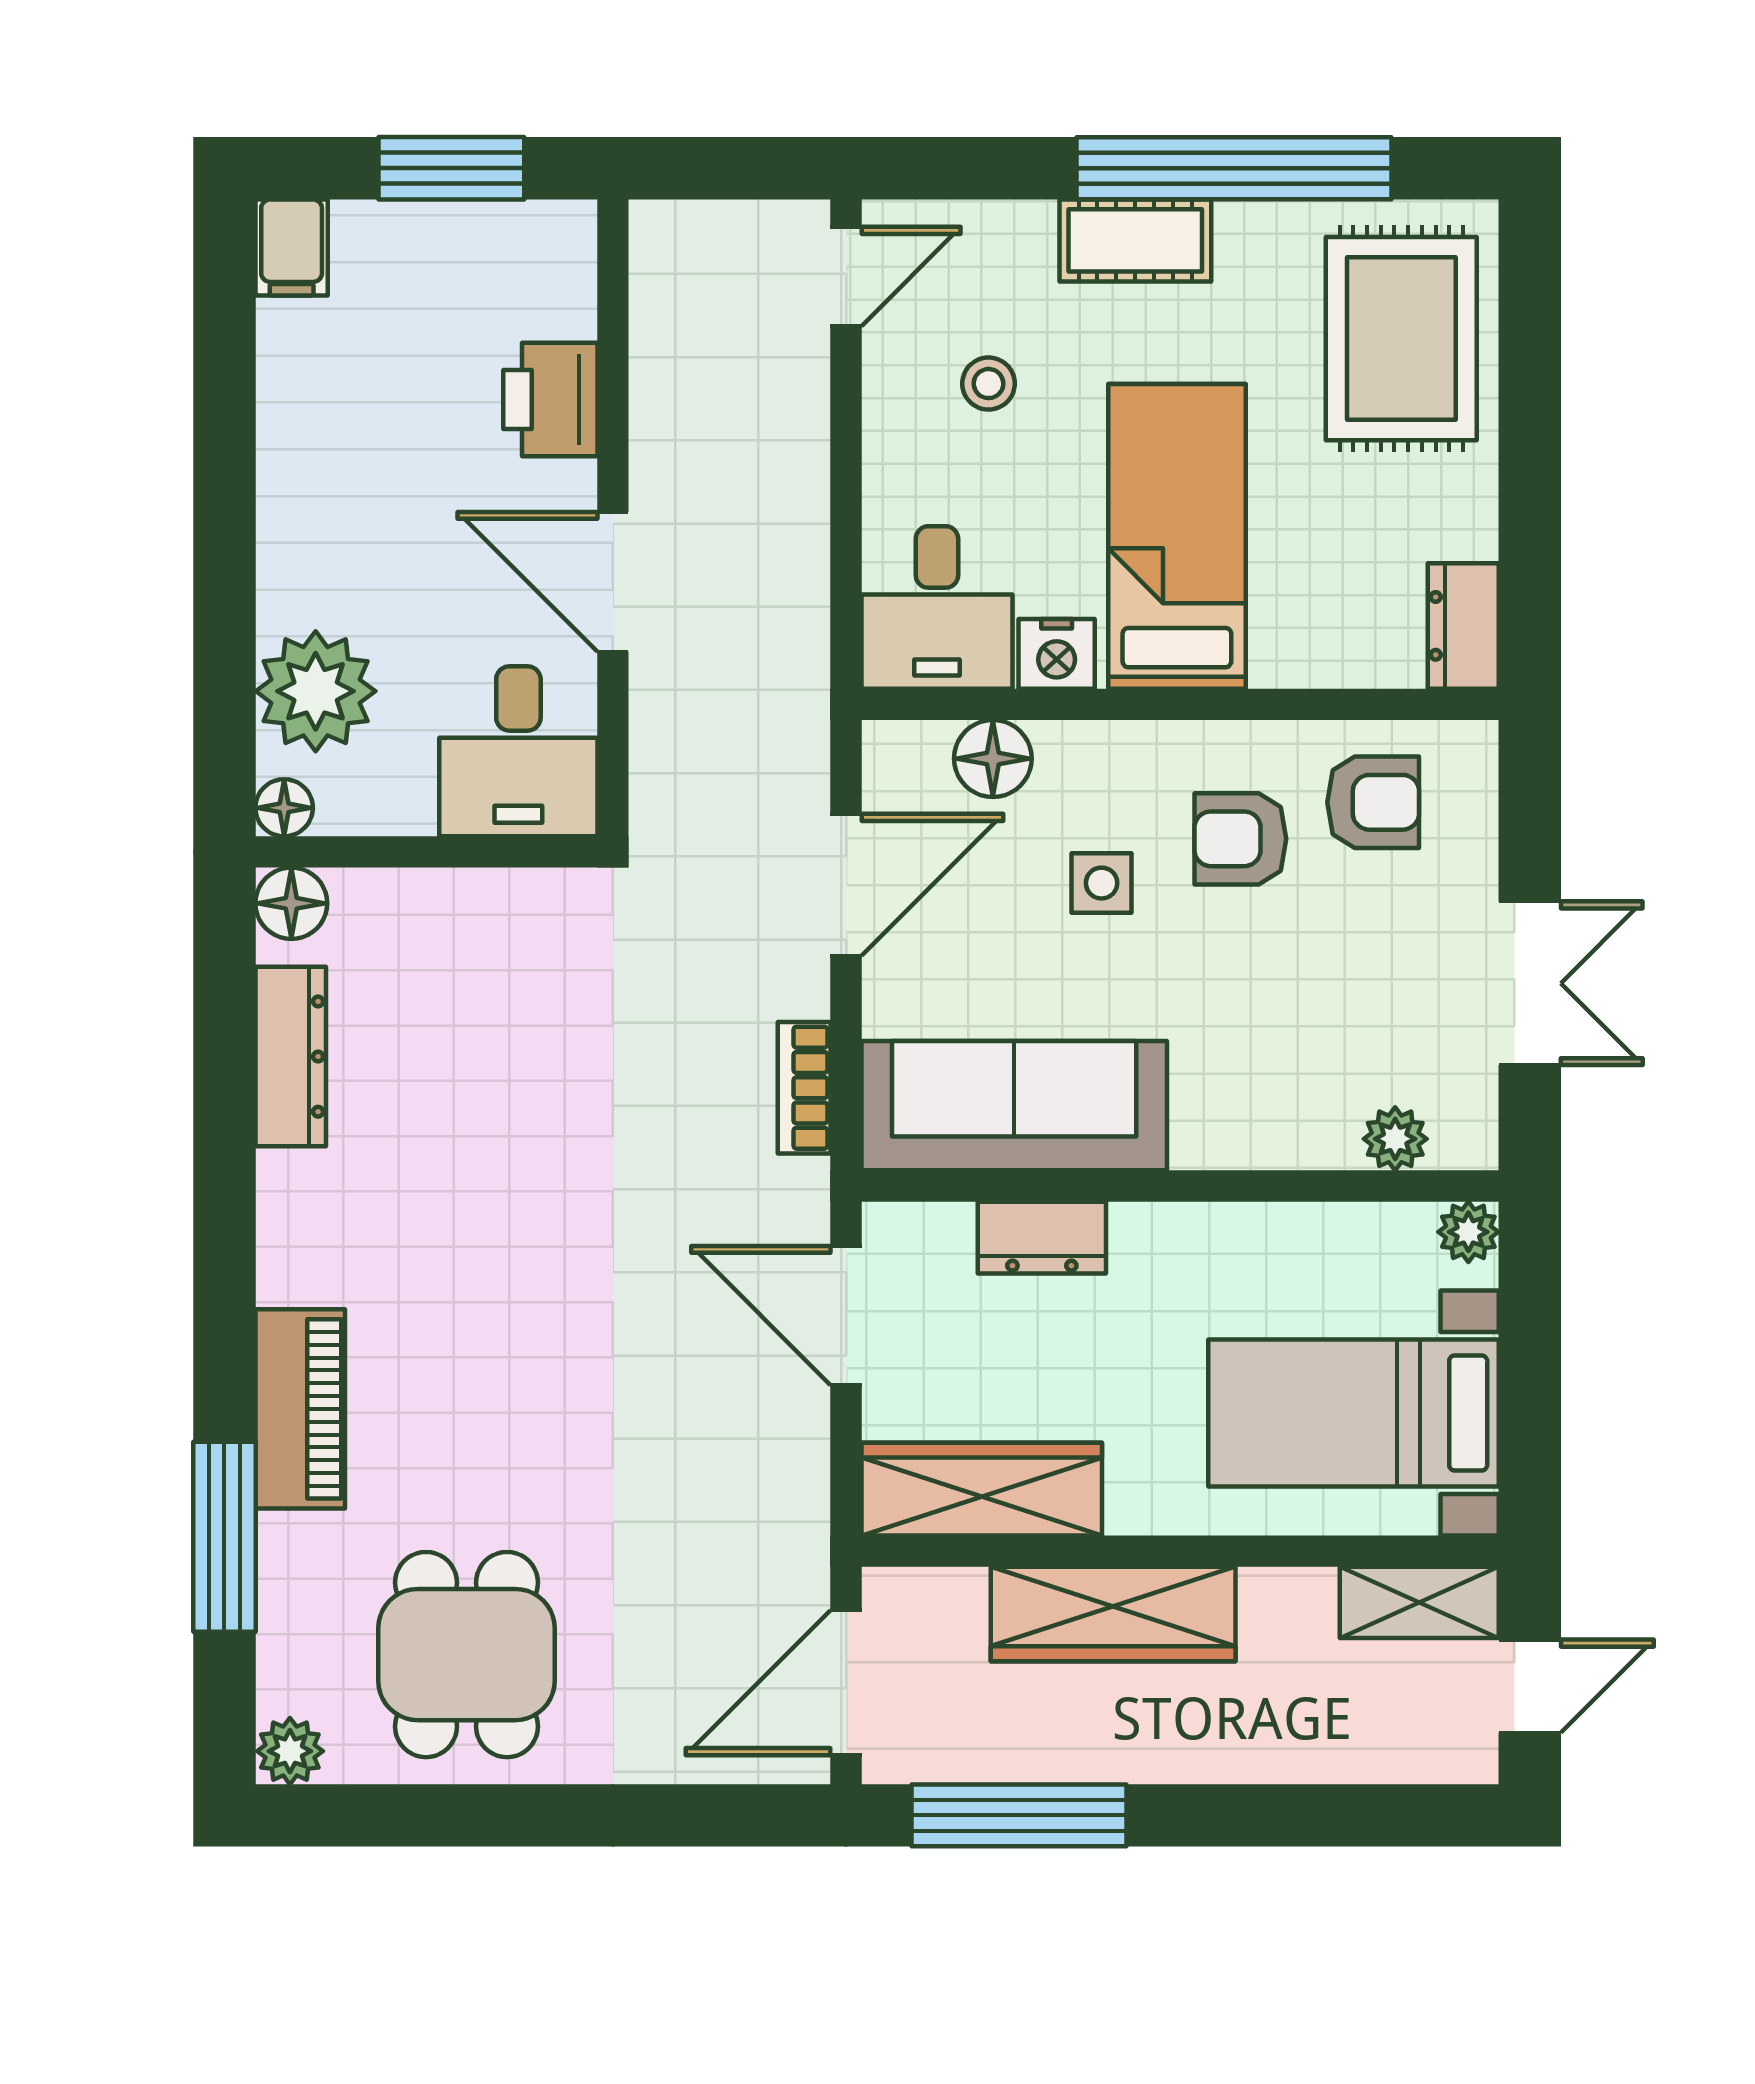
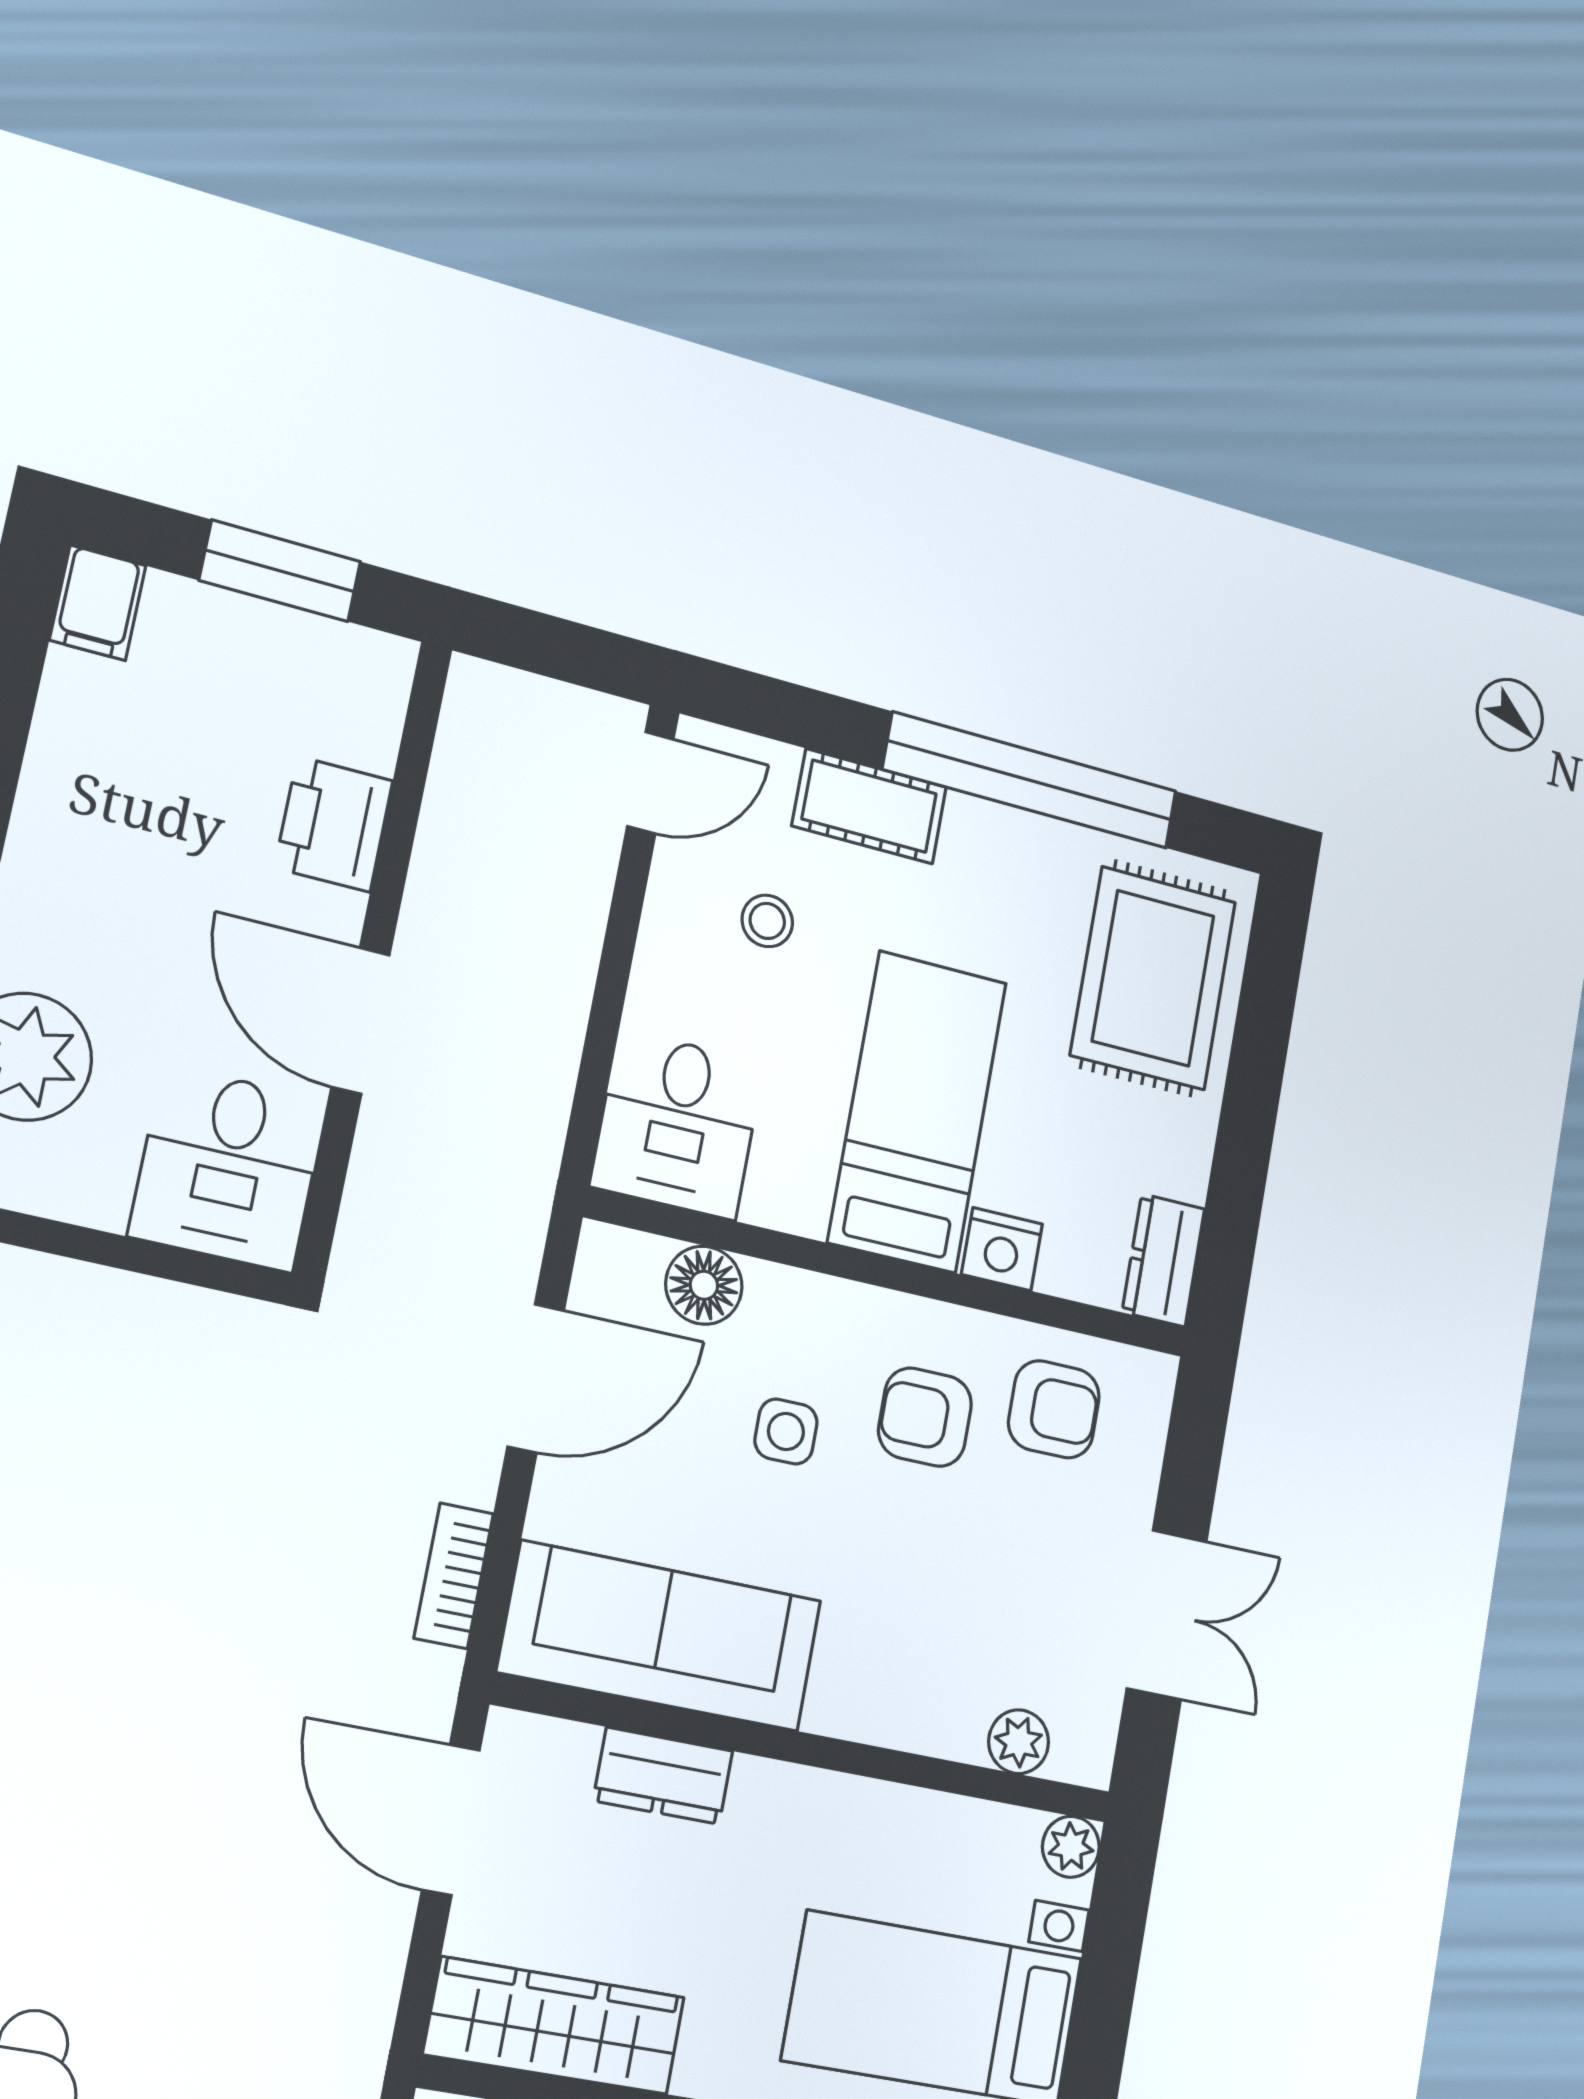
cot: (1135, 240) -> (869, 806), moved
nightstand: (1057, 654) -> (1002, 1249), moved

